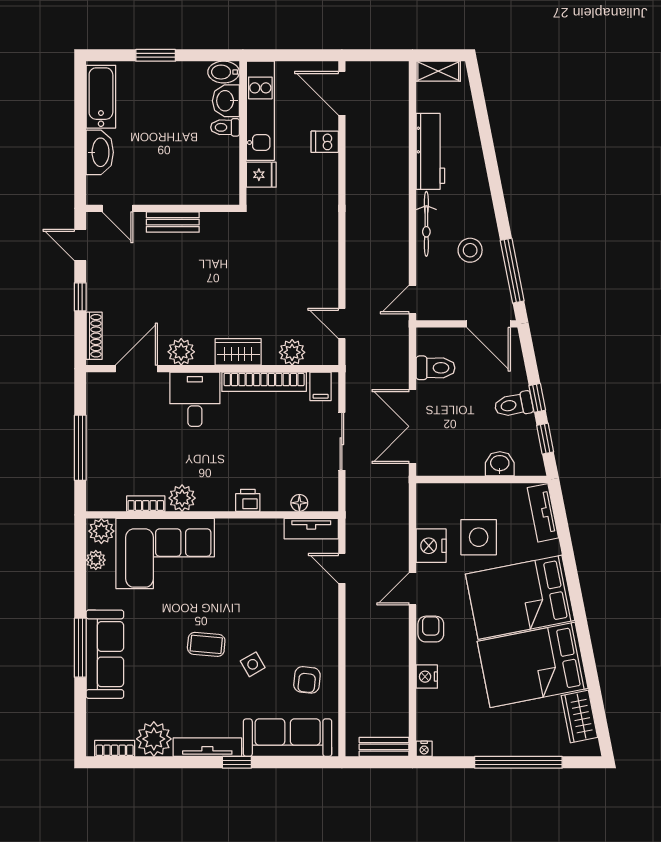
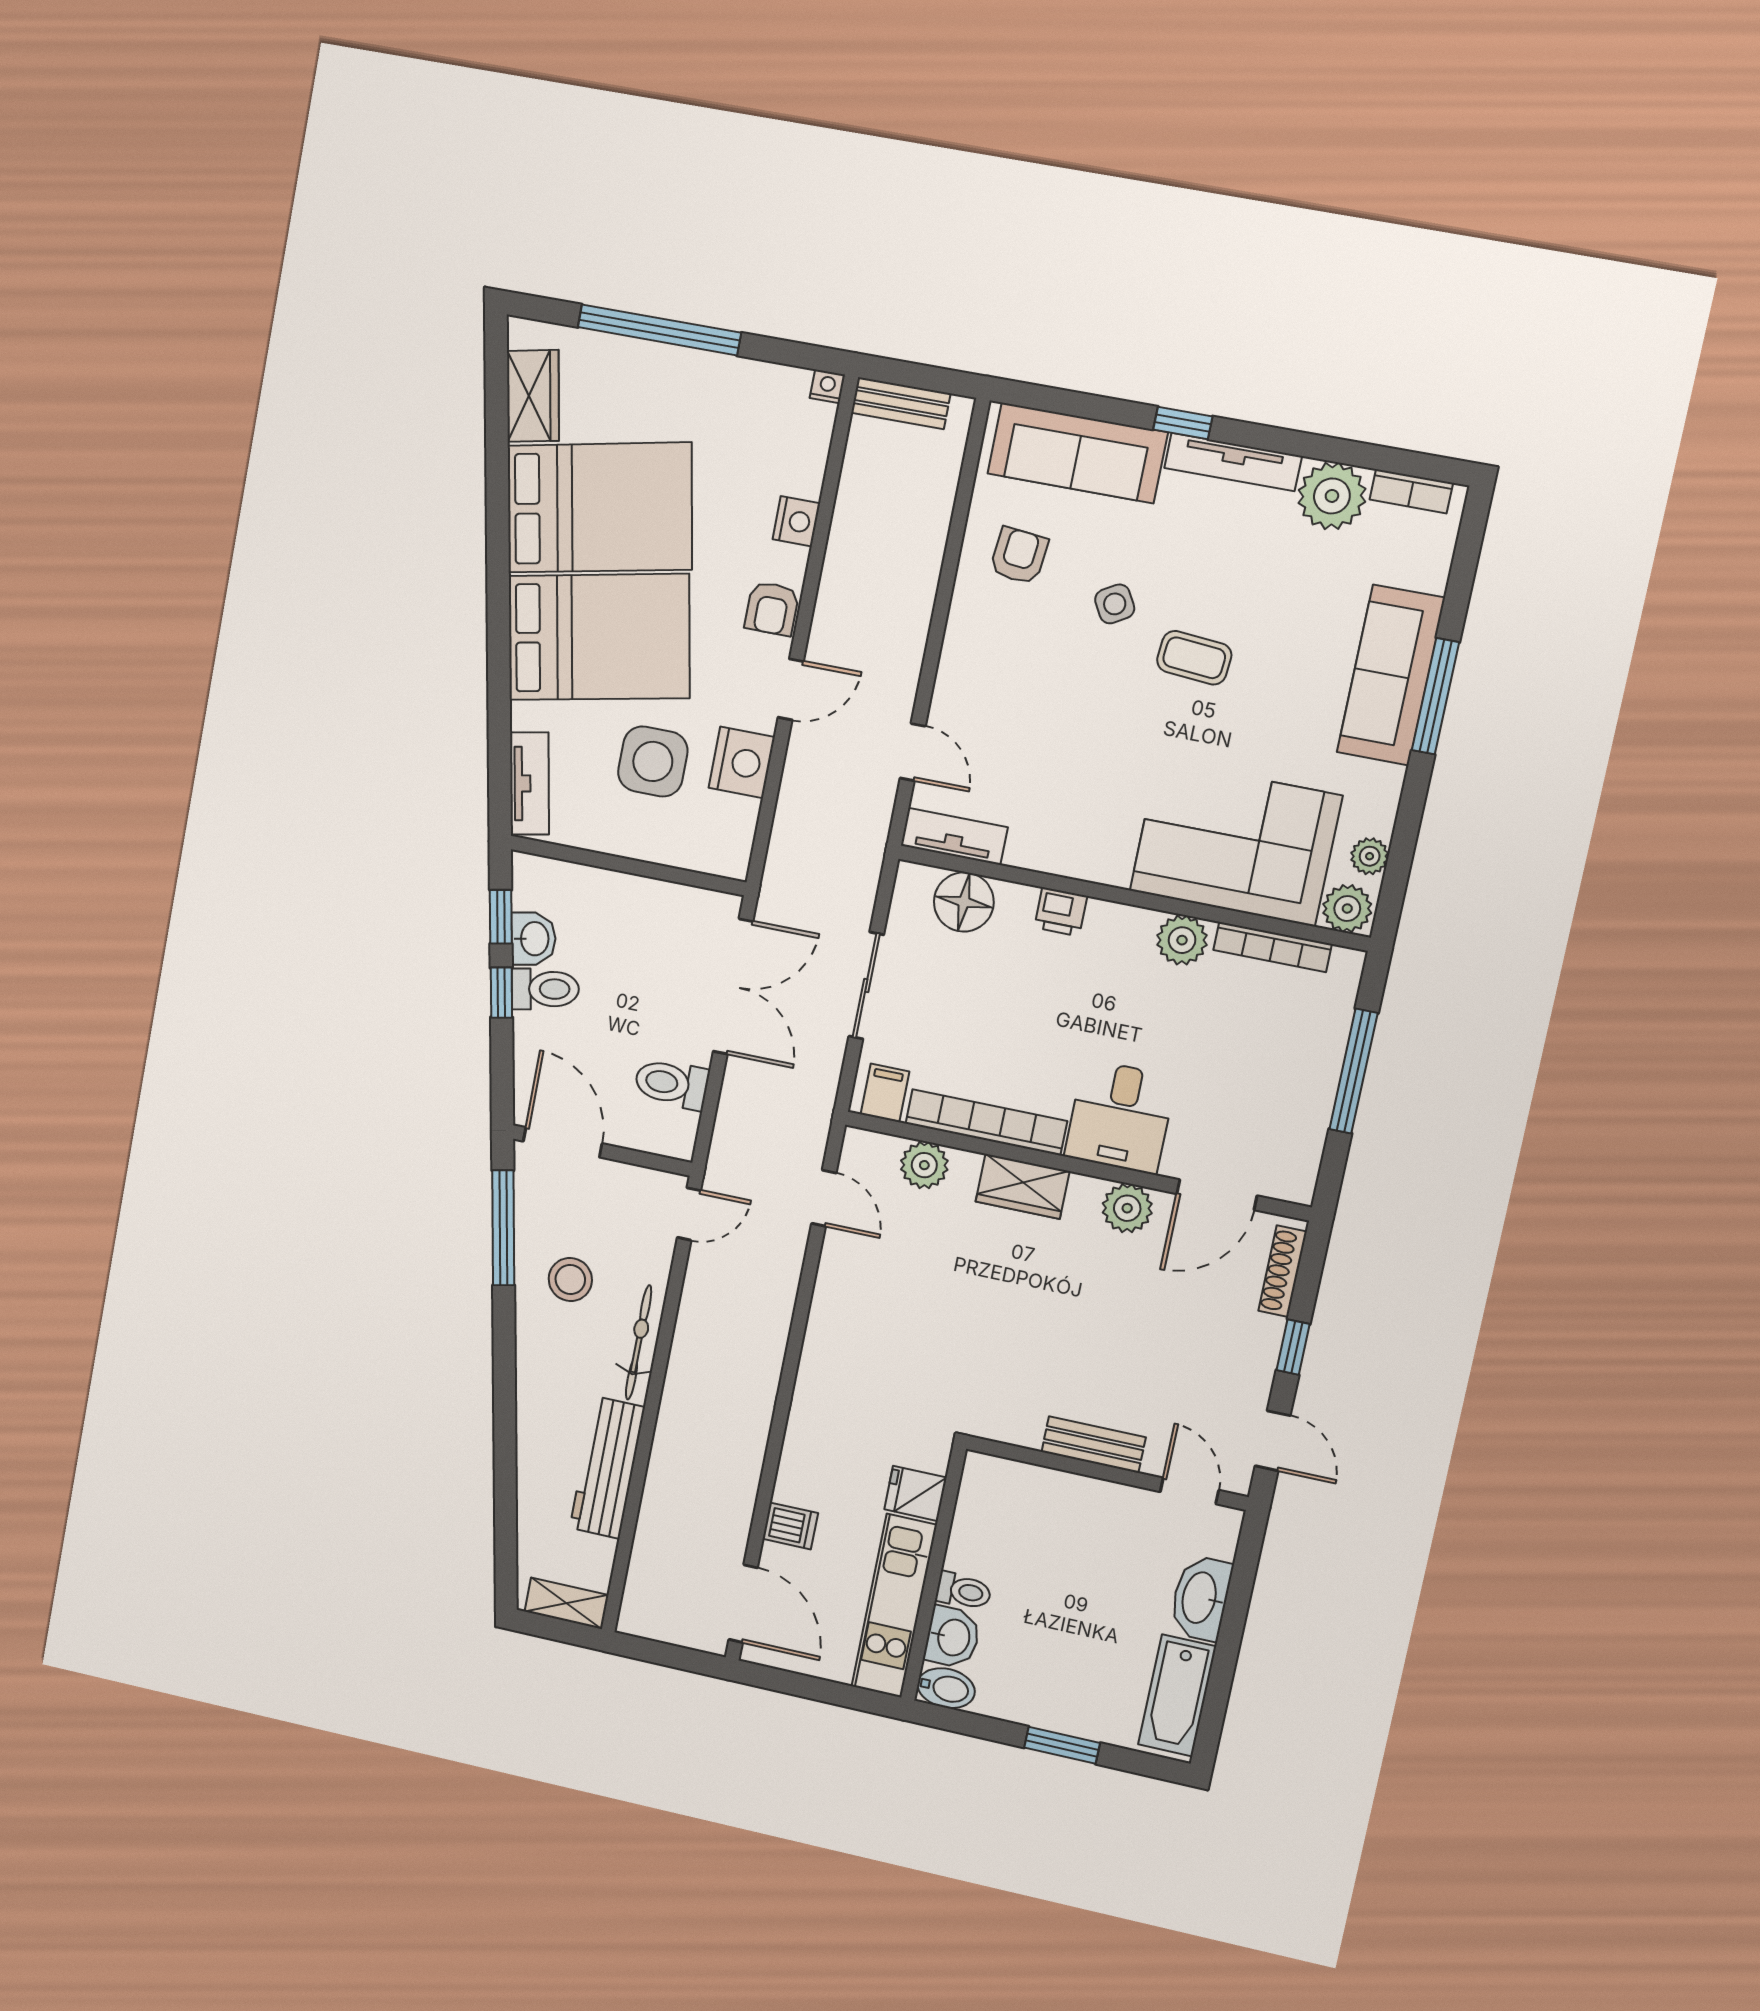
washbasin: (500, 464) -> (533, 939), moved, turned -101
floor lamp: (299, 503) -> (964, 902), width x1.89, depth x1.89
bookcase: (146, 504) -> (1273, 947), width x1.56

